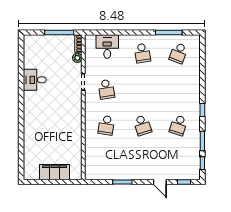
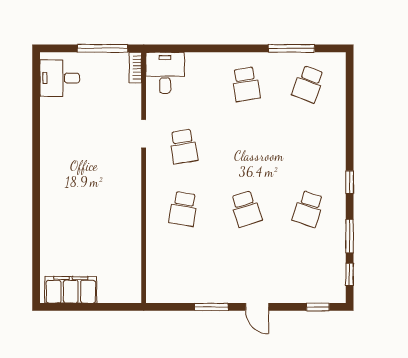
desk: (107, 47) -> (165, 73), moved
plant: (77, 58) -> (133, 92), removed
desk: (35, 80) -> (60, 78), moved
filing cabinet: (55, 172) -> (71, 290), moved
door: (160, 182) -> (257, 307), moved

